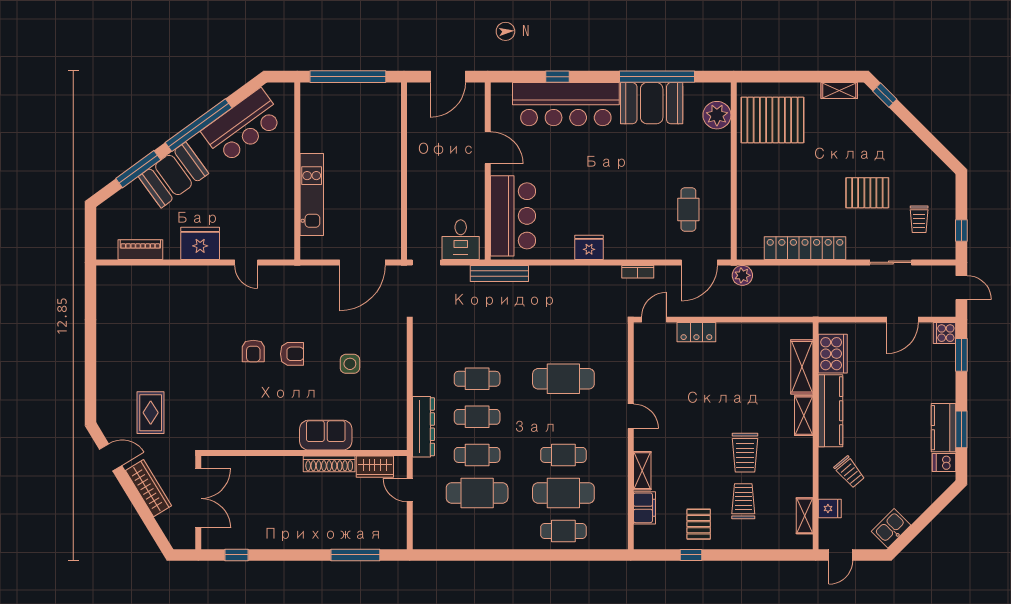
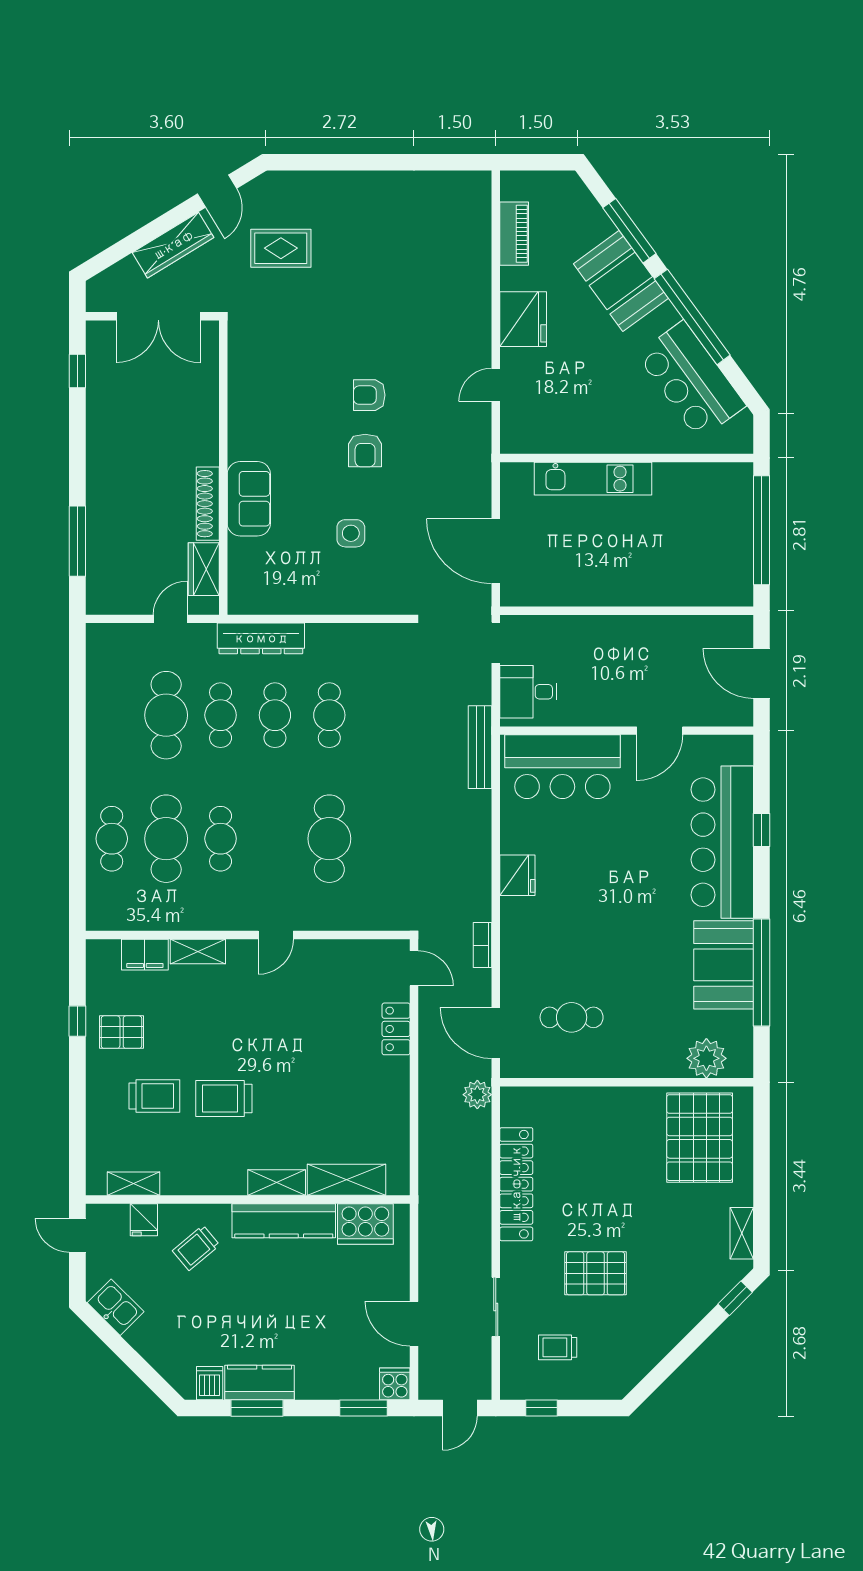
pallet: (867, 193) -> (596, 1273), turned 90

